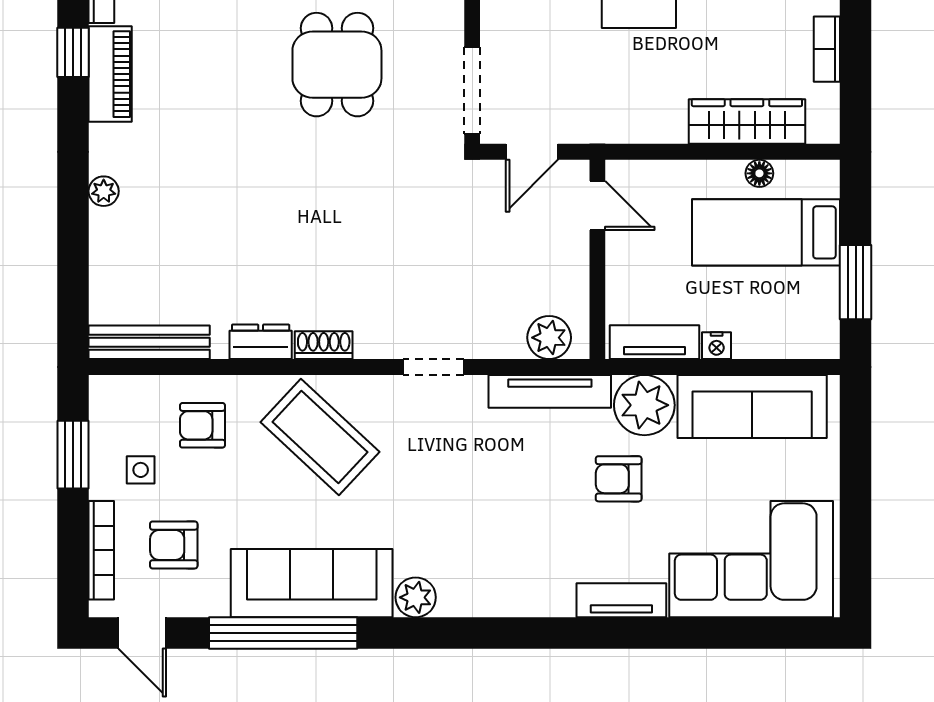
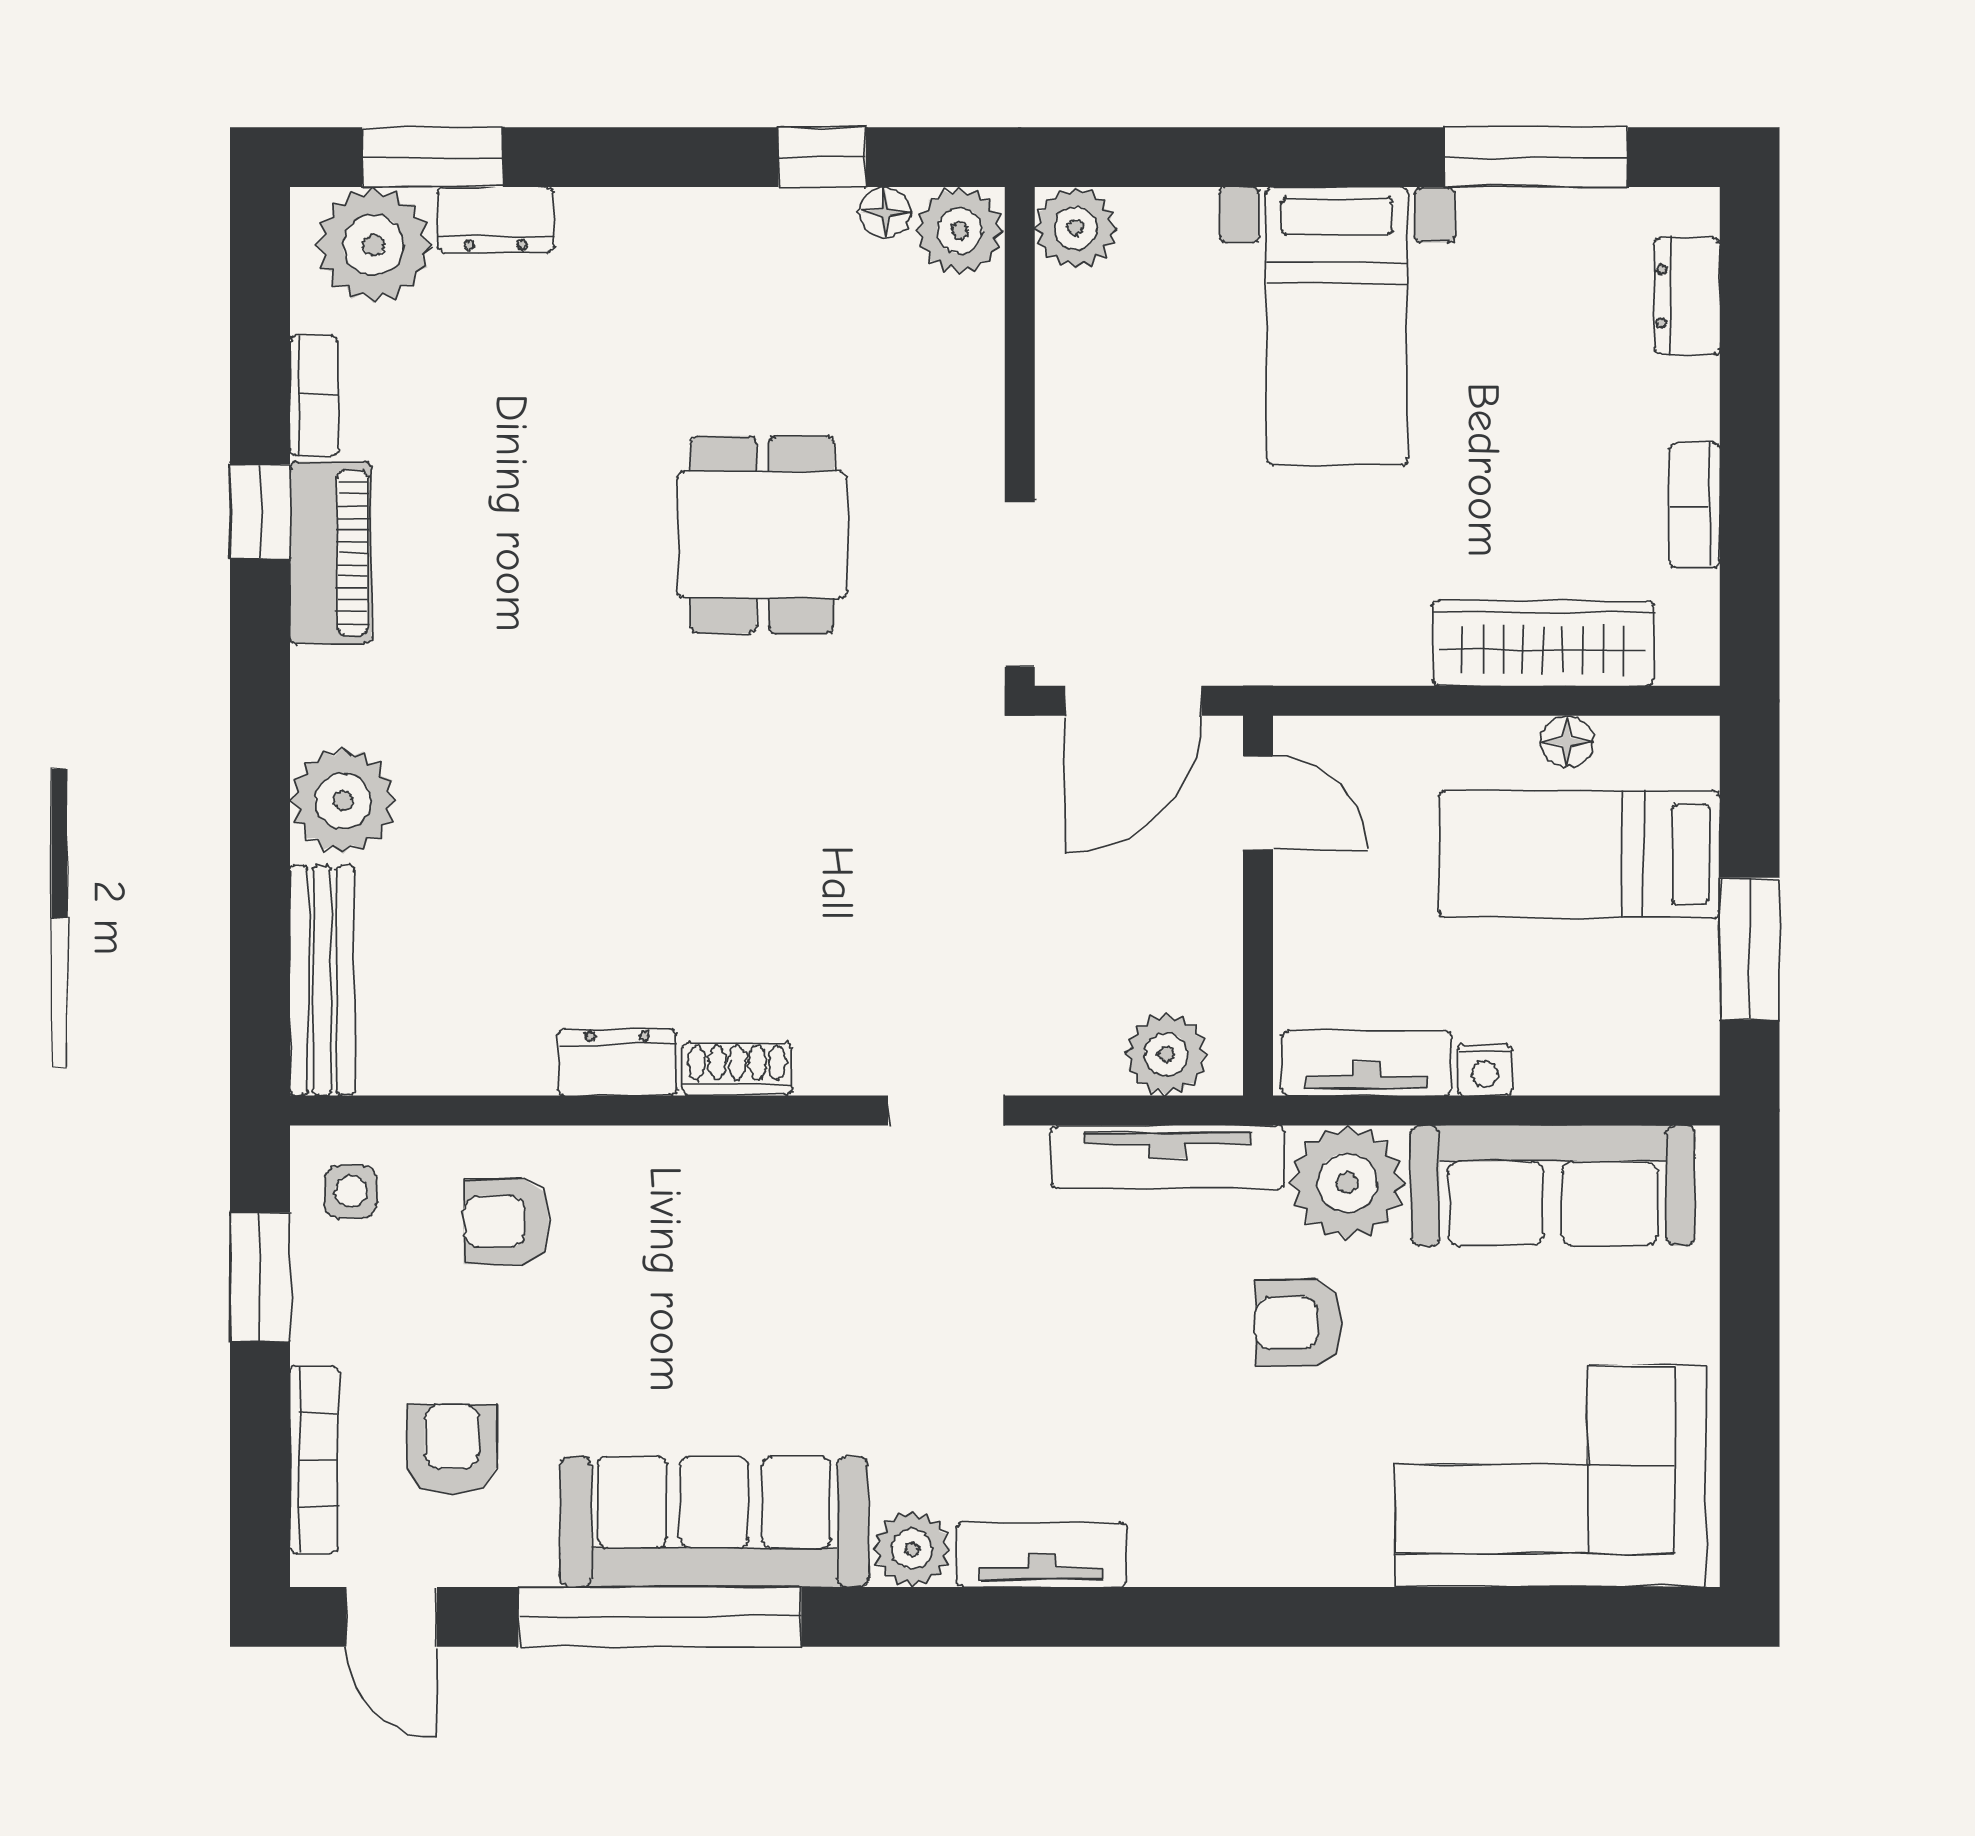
door: (532, 152) -> (1133, 701), width x1.38
plant: (104, 191) -> (343, 801), width x1.88, depth x1.88
bench: (149, 342) -> (322, 980), moved, turned 90
coffee table: (320, 437) -> (730, 1244), removed
side table: (141, 470) -> (351, 1192), moved
armchair: (174, 545) -> (452, 1449), turned 90
tv unit: (621, 600) -> (1041, 1555), moved

